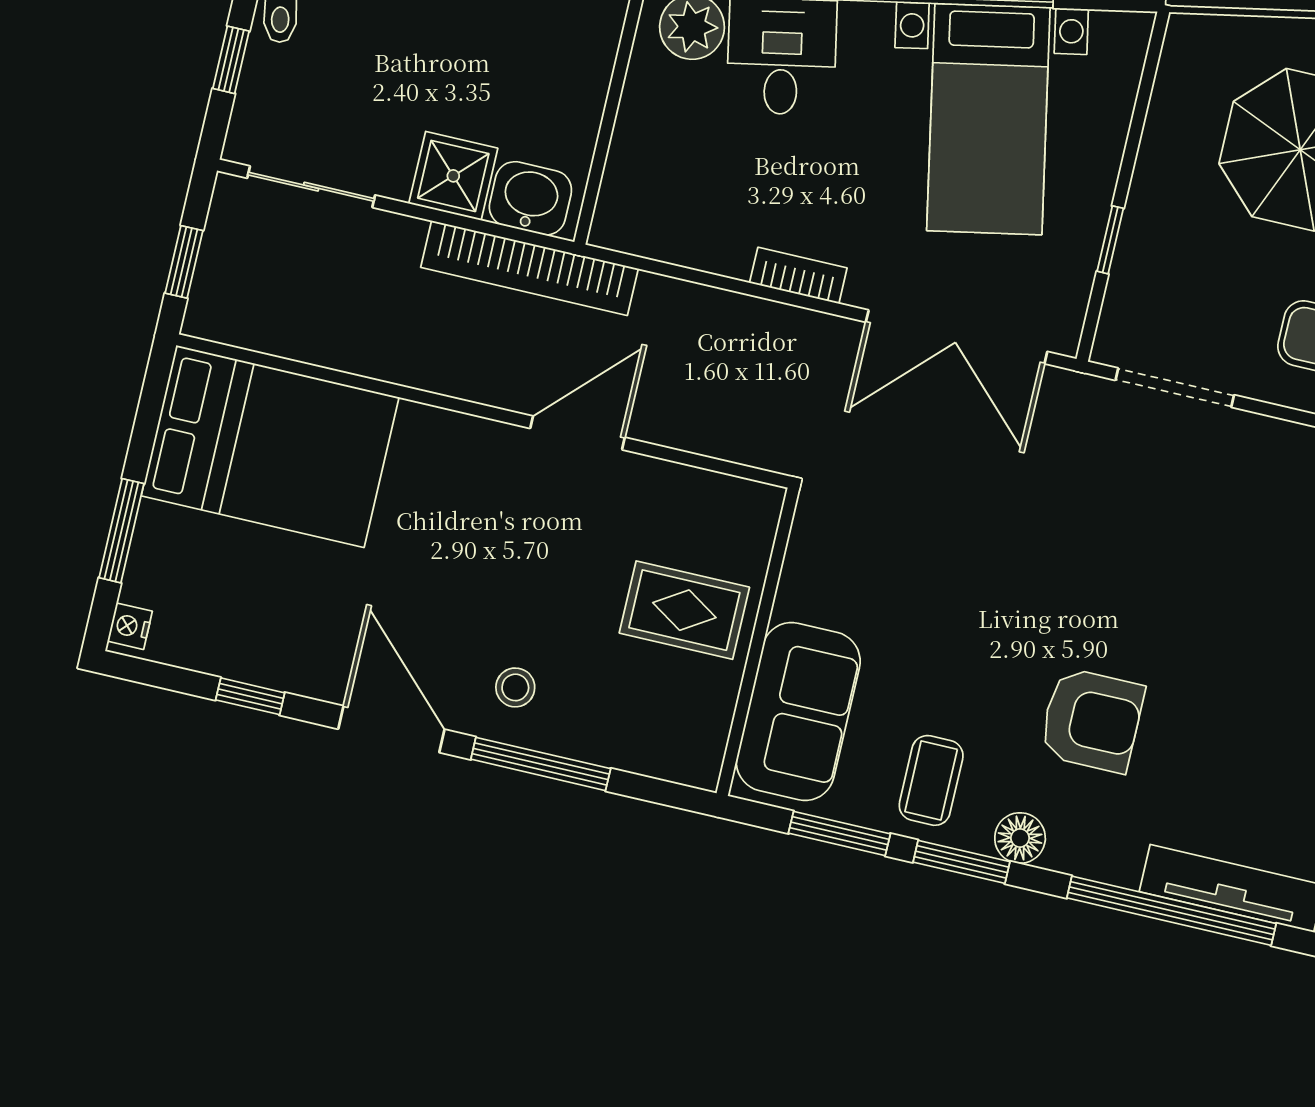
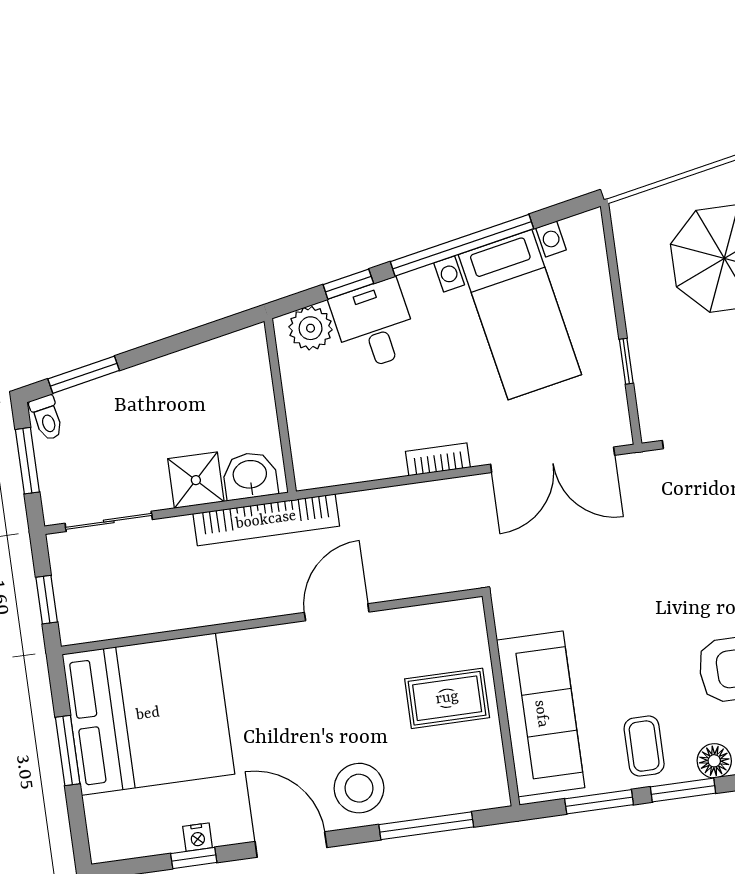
window: (231, 60) -> (27, 461), width x1.50
bed: (270, 446) -> (148, 714), width x1.36
window: (121, 531) -> (68, 750), moved
nightstand: (130, 626) -> (198, 837), moved, turned -90
stool: (515, 687) -> (359, 788), width x1.89, depth x1.89
sofa: (798, 712) -> (541, 714), width x1.36
window: (541, 764) -> (426, 826), moved

